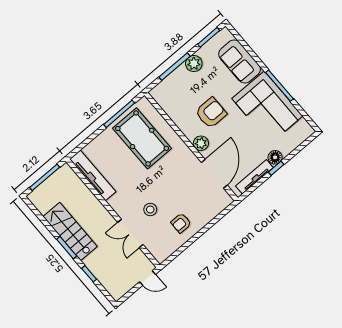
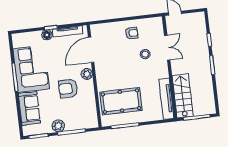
pool table: (142, 138) -> (121, 101), turned 90
stairs: (70, 231) -> (183, 96), moved, turned 180

